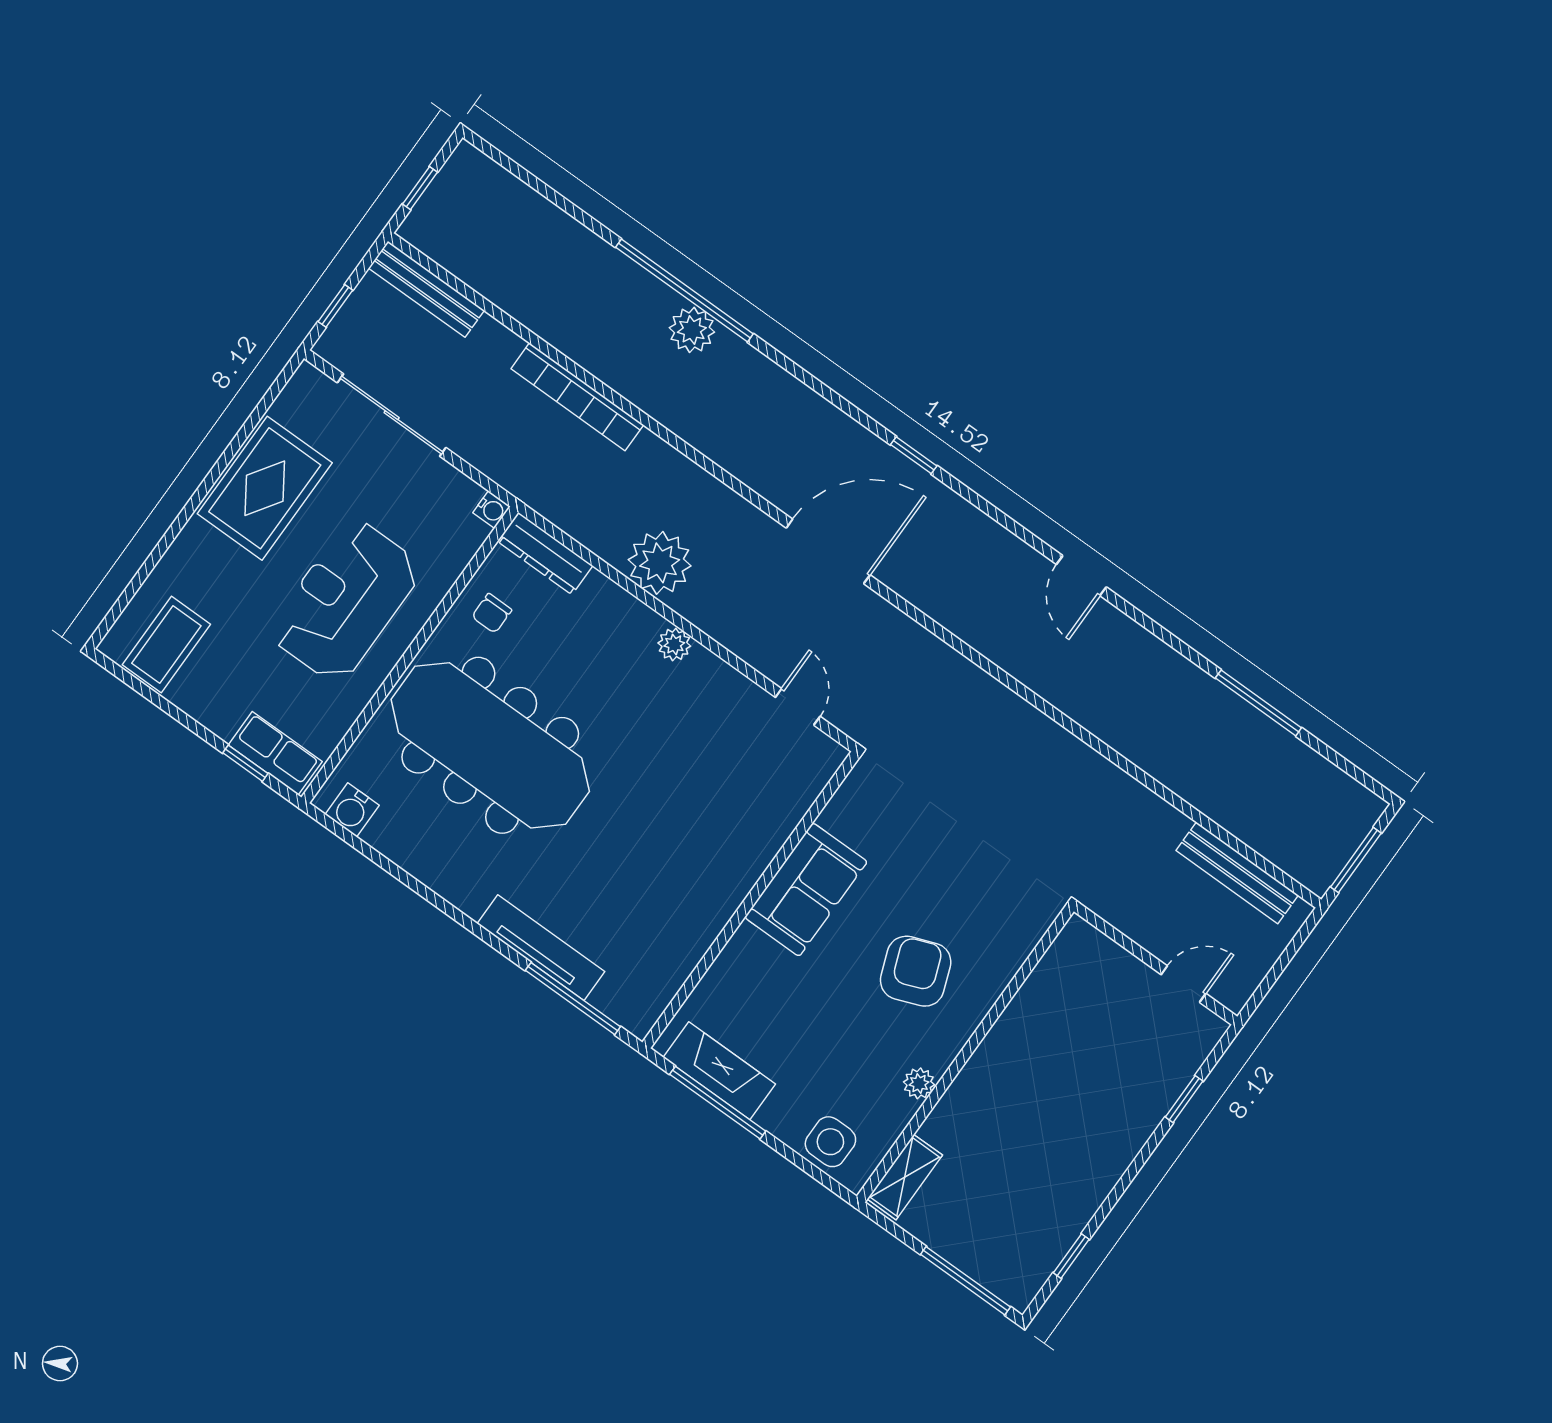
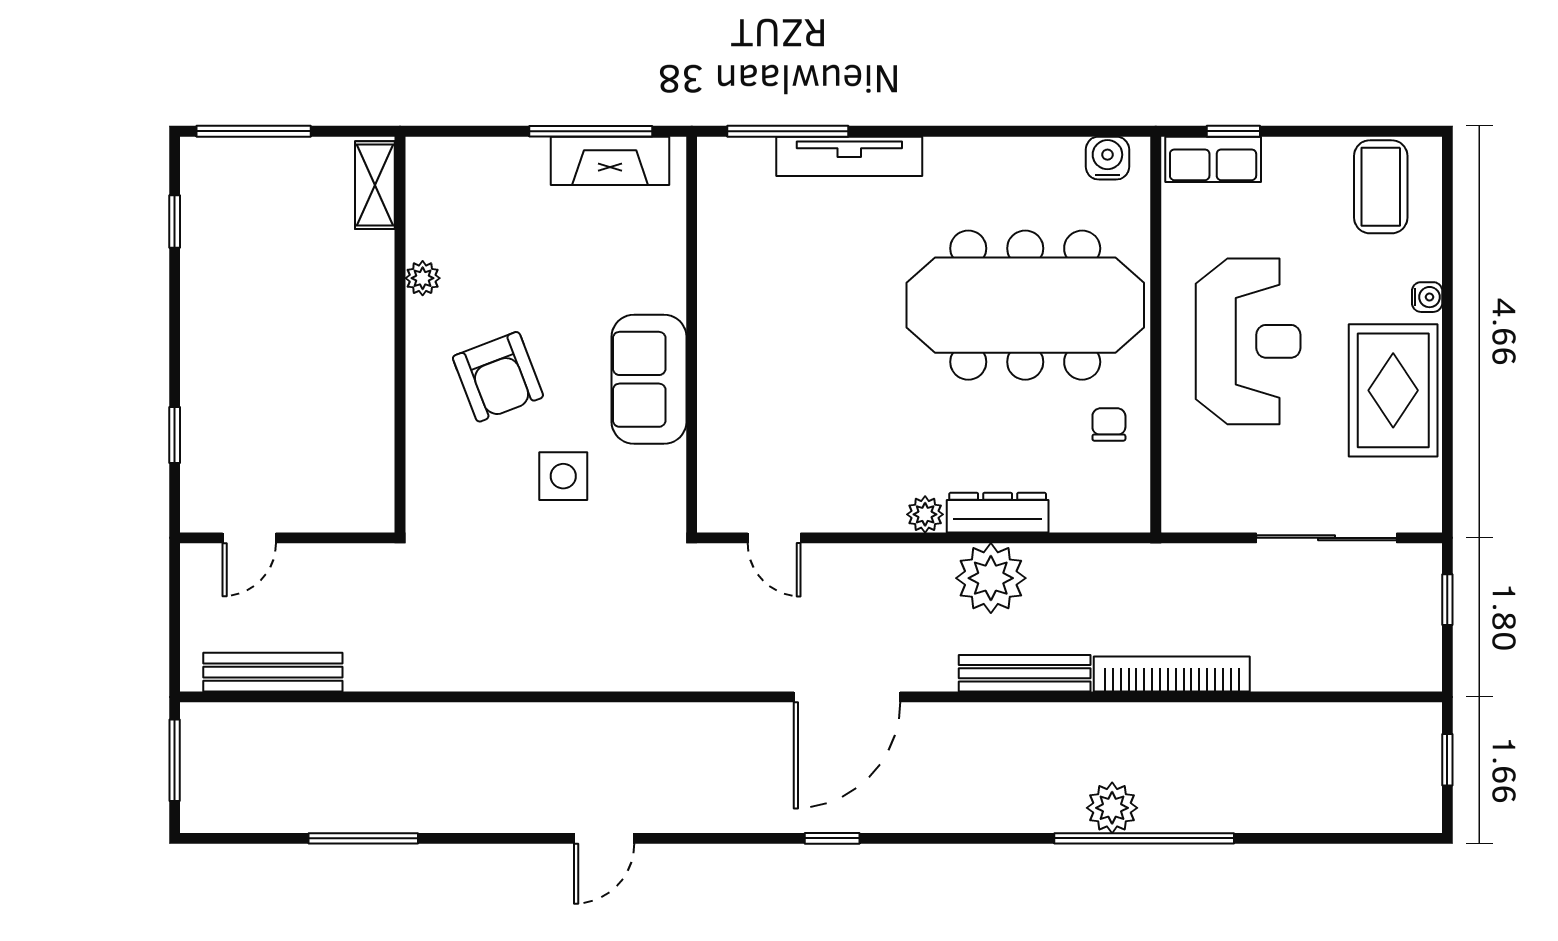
bench: (426, 289) -> (1025, 673), moved
water cooler: (491, 510) -> (1427, 297), moved, turned 180
dresser: (545, 553) -> (998, 513), moved
door: (1081, 576) -> (604, 838), swing flipped
side table: (830, 1142) -> (563, 476), moved

